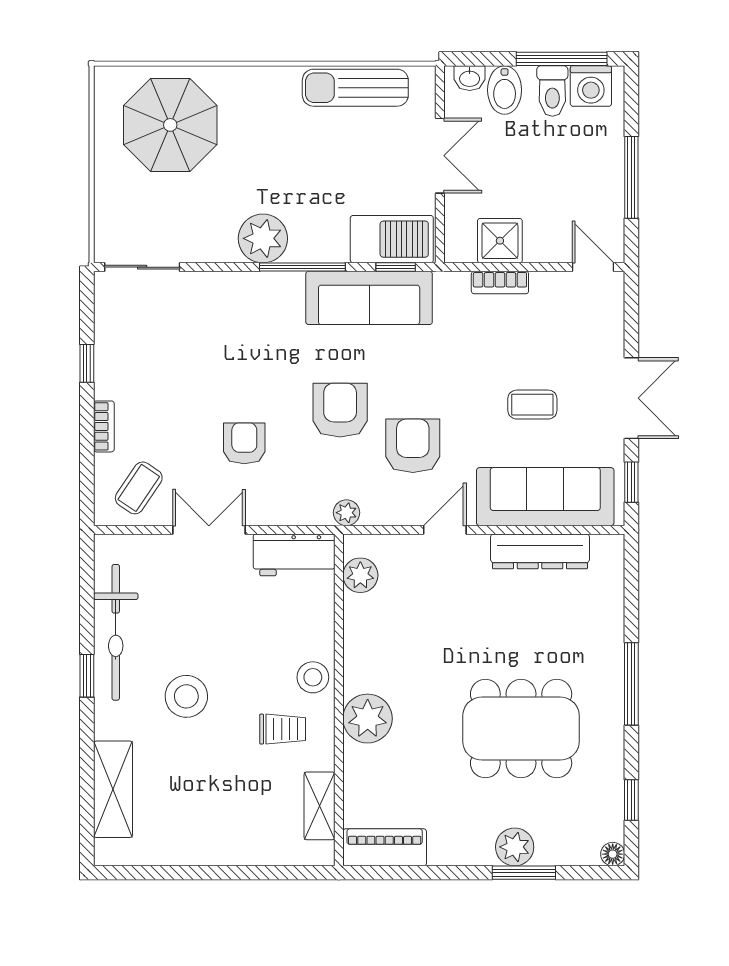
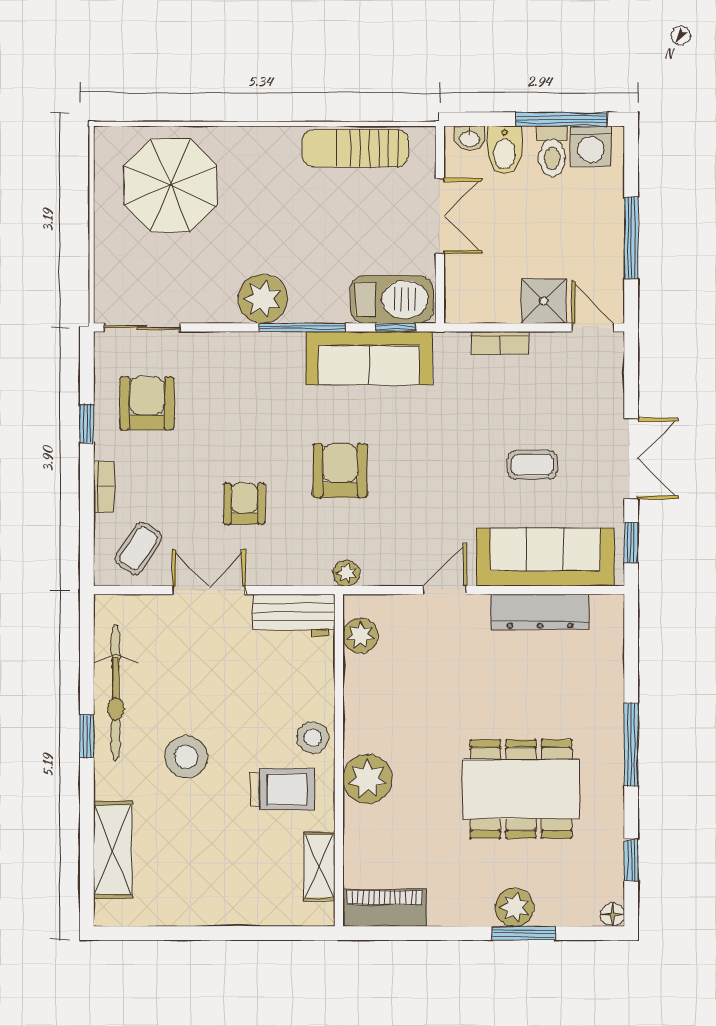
shower: (500, 241) -> (544, 301), moved
armchair: (413, 446) -> (147, 403), moved
trolley: (283, 729) -> (283, 789), width x1.36, depth x1.39

